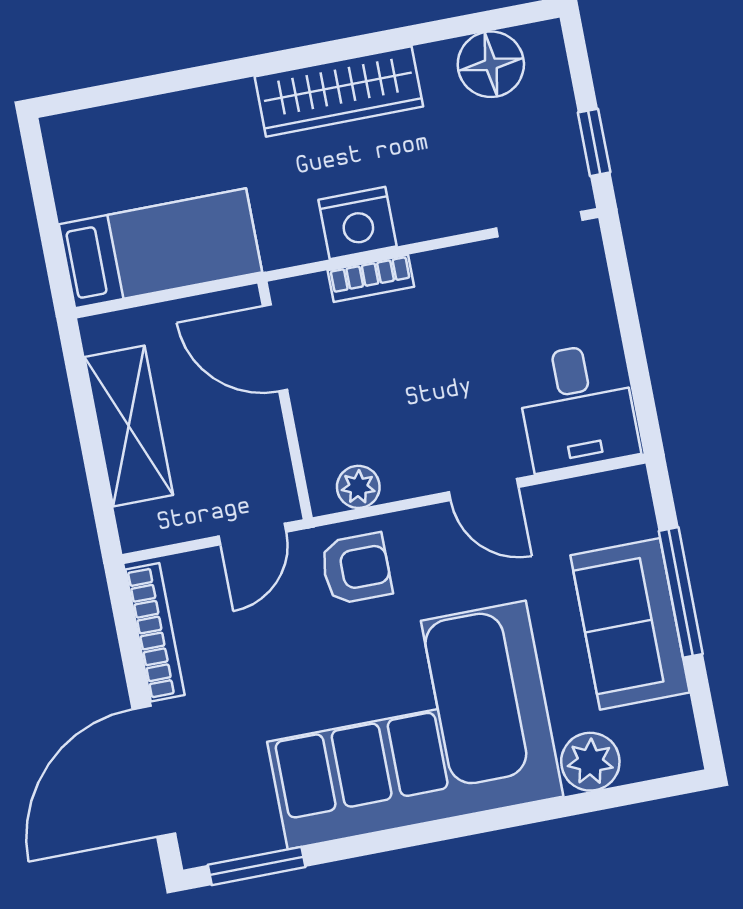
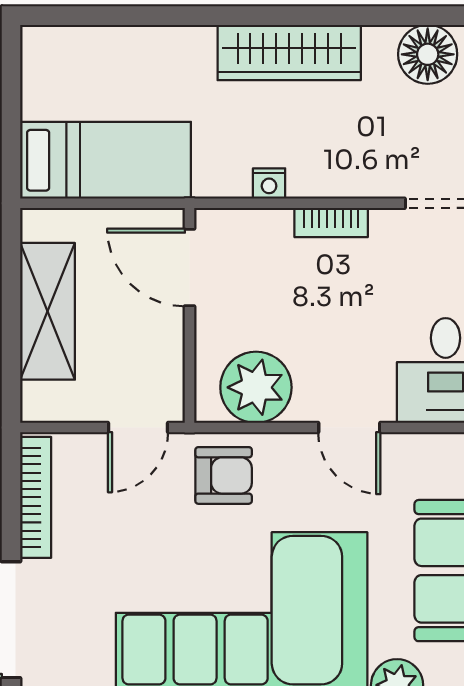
nightstand: (357, 223) -> (269, 183), width x0.53, depth x0.56
bookcase: (371, 278) -> (331, 222), moved
plant: (358, 487) -> (256, 387), width x1.87, depth x1.87

